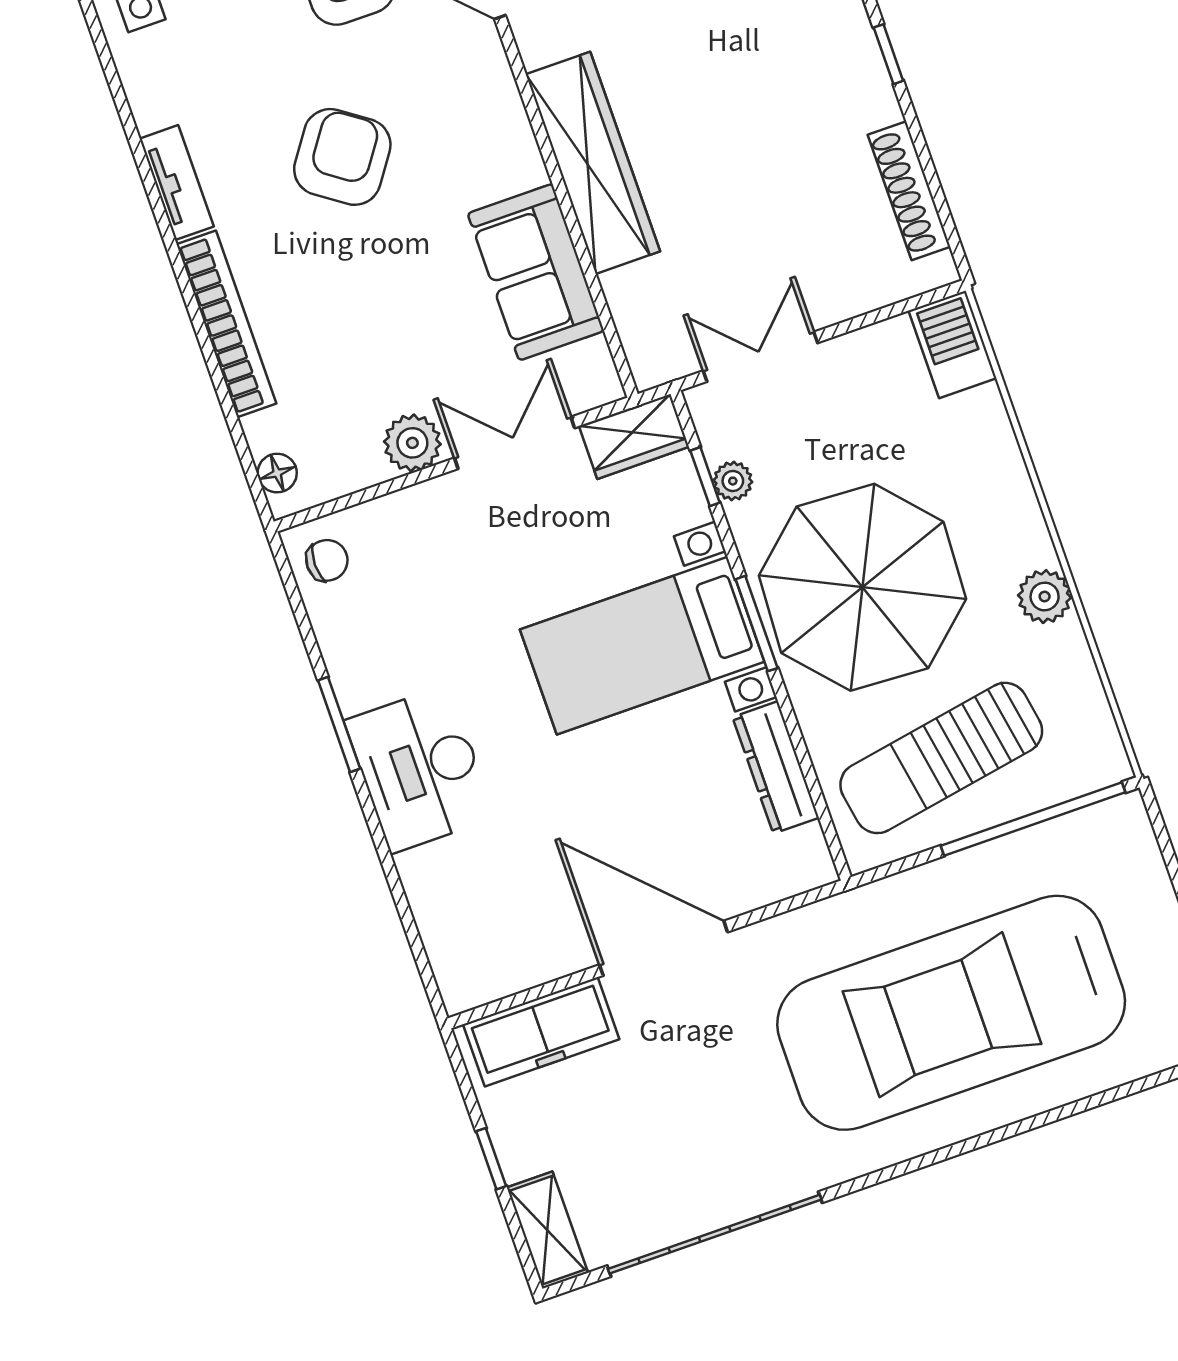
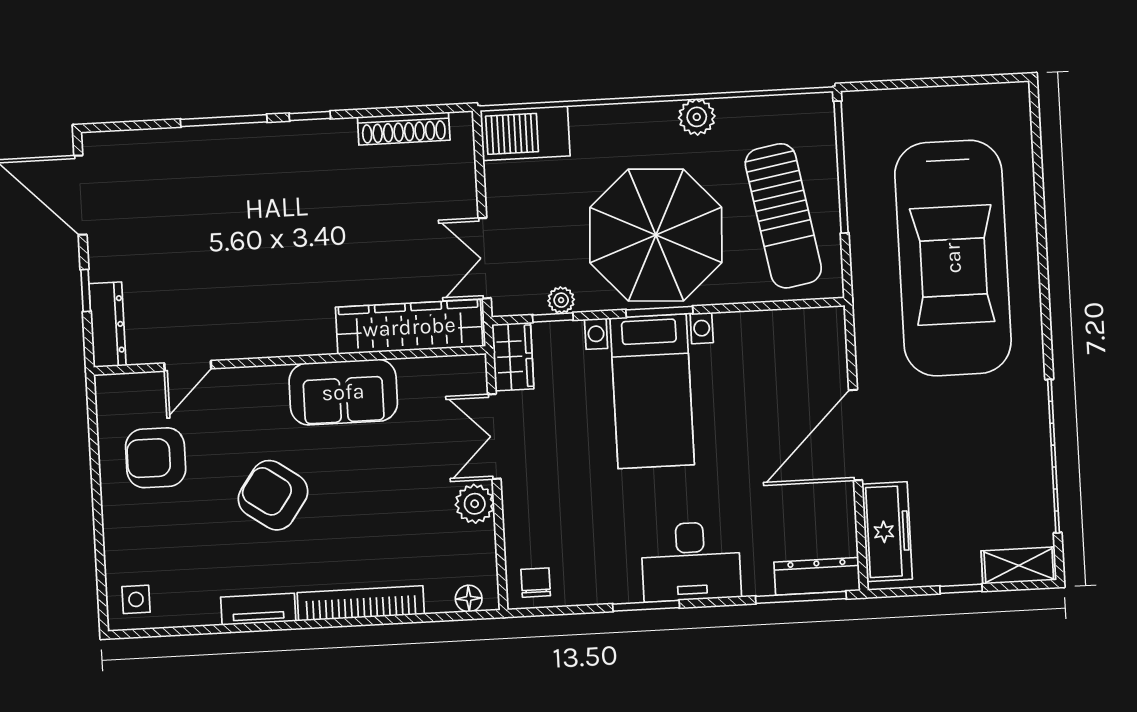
wardrobe: (593, 163) -> (409, 327), moved
sofa: (536, 272) -> (343, 392), moved
barbecue: (952, 344) -> (525, 133), width x1.37, depth x1.21
dresser: (776, 767) -> (817, 576), moved, turned 180
window: (414, 938) -> (801, 597), added

